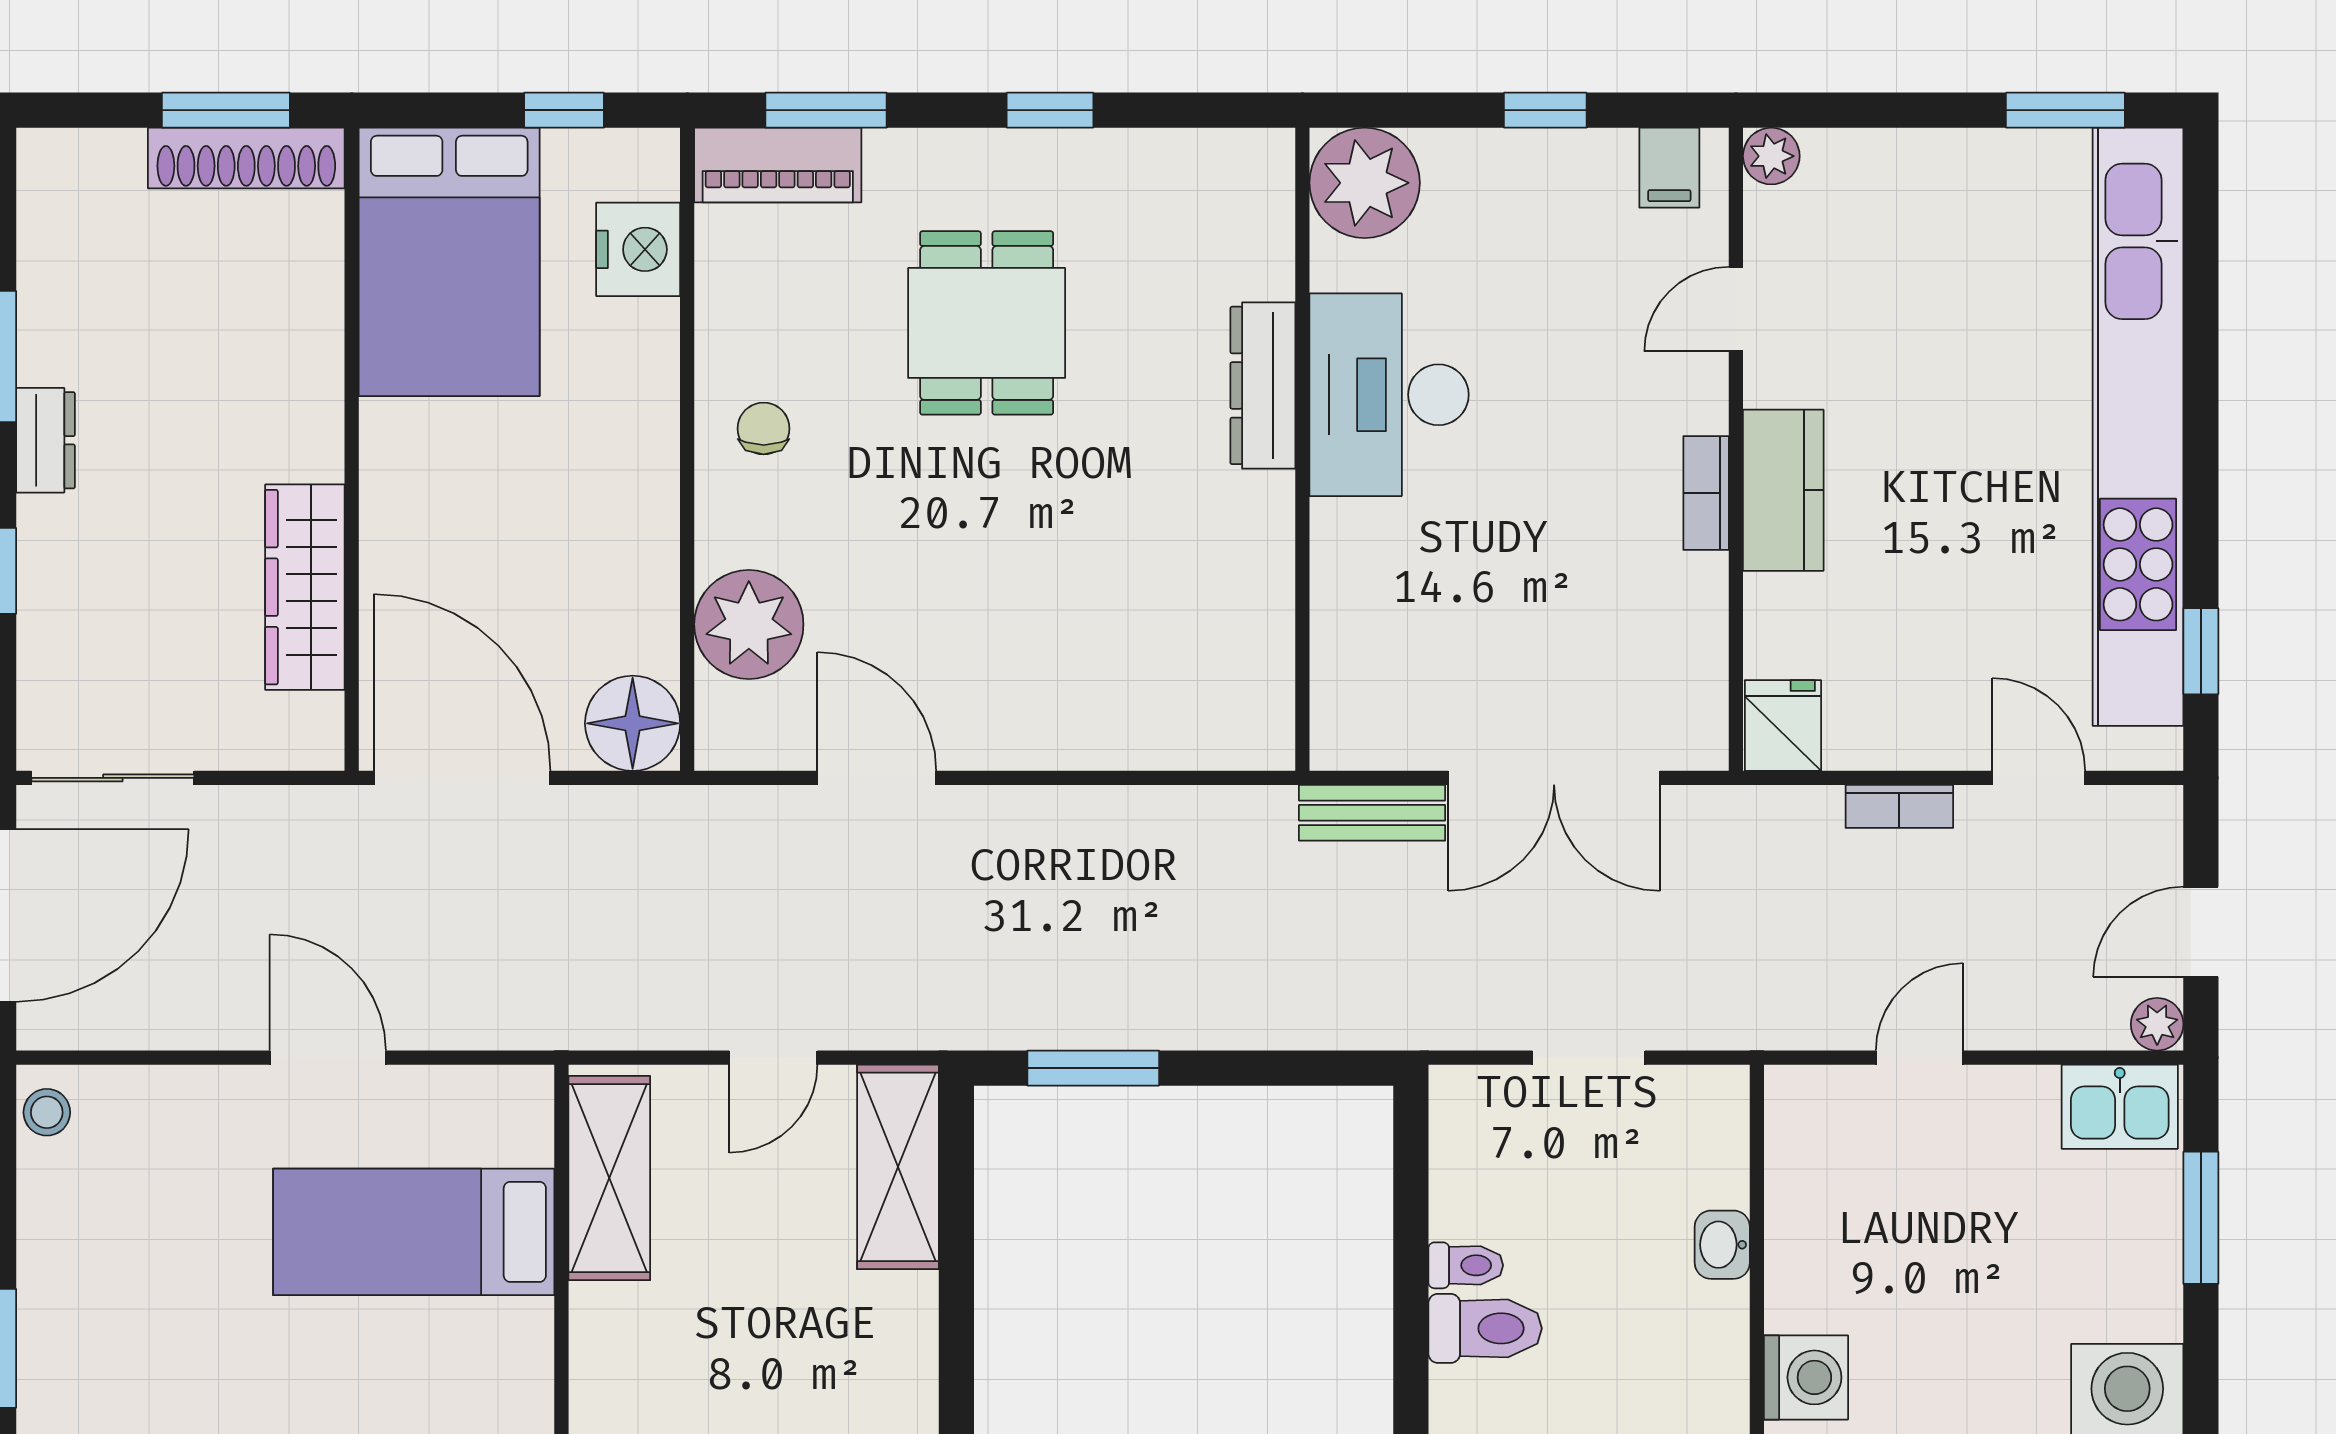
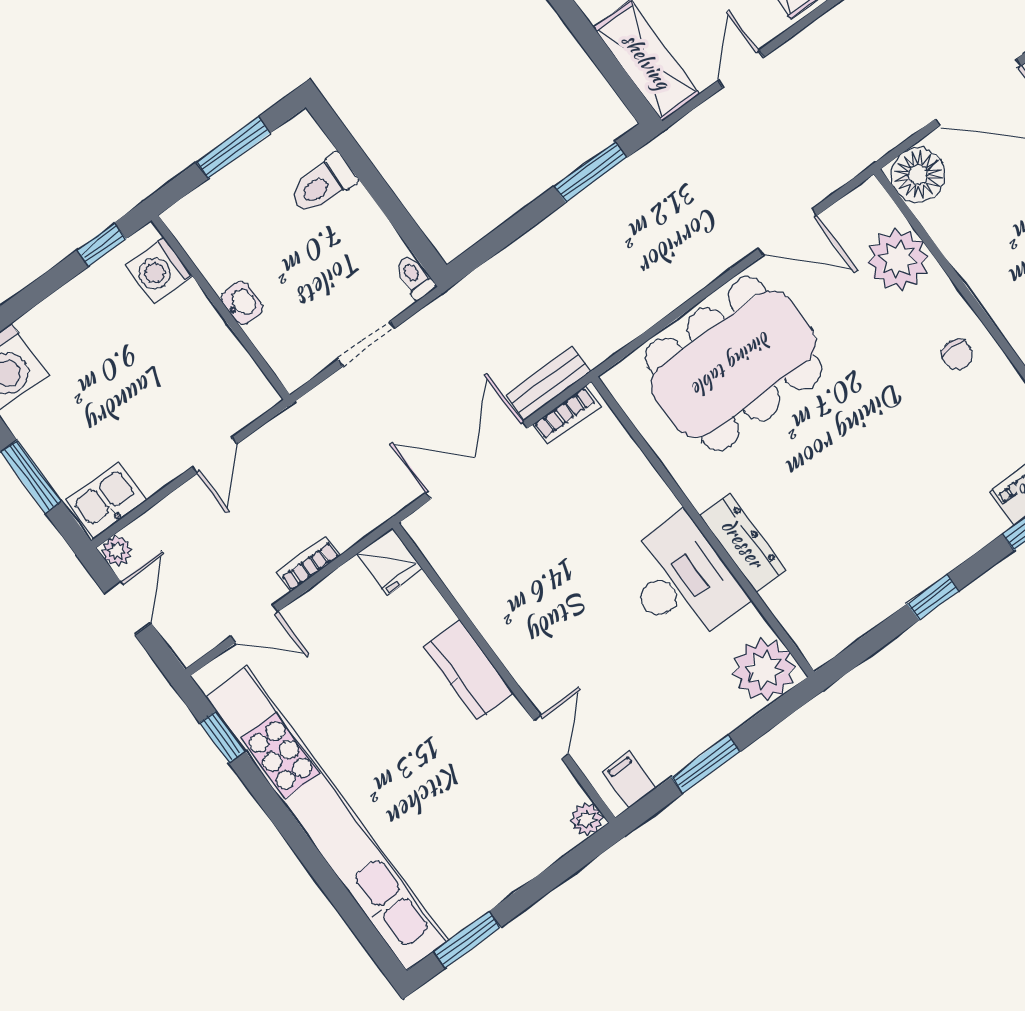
window: (1545, 110) -> (706, 764), width x1.50
dining table: (987, 323) -> (733, 364), moved, width x1.88, depth x1.24
bookcase: (1706, 493) -> (567, 416), moved, turned 90
toilet: (1466, 1265) -> (415, 277), moved, turned 90

